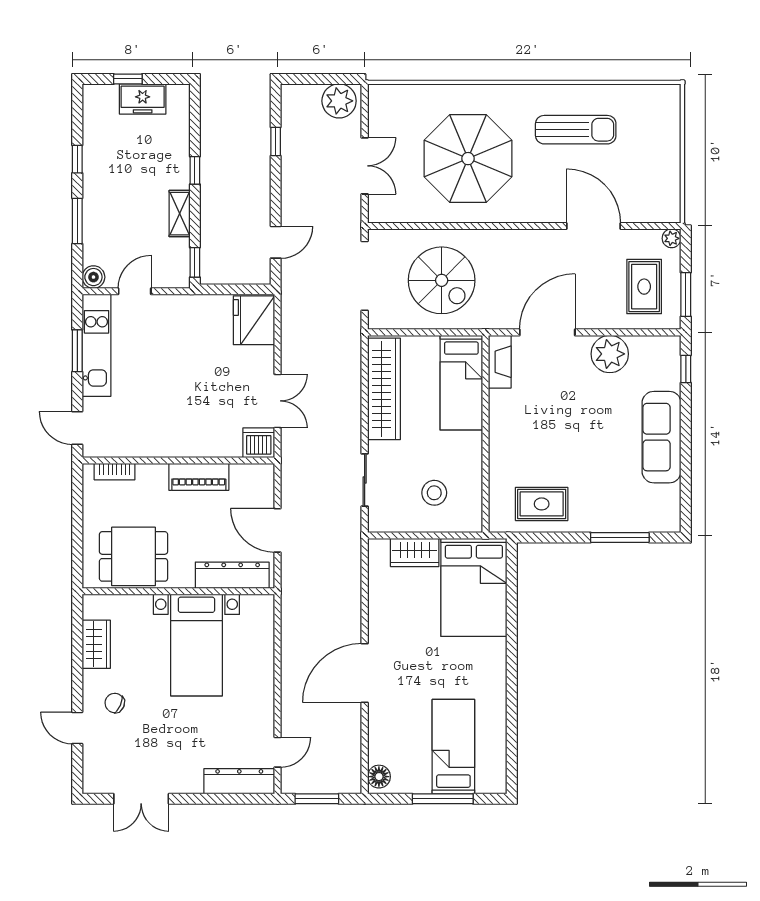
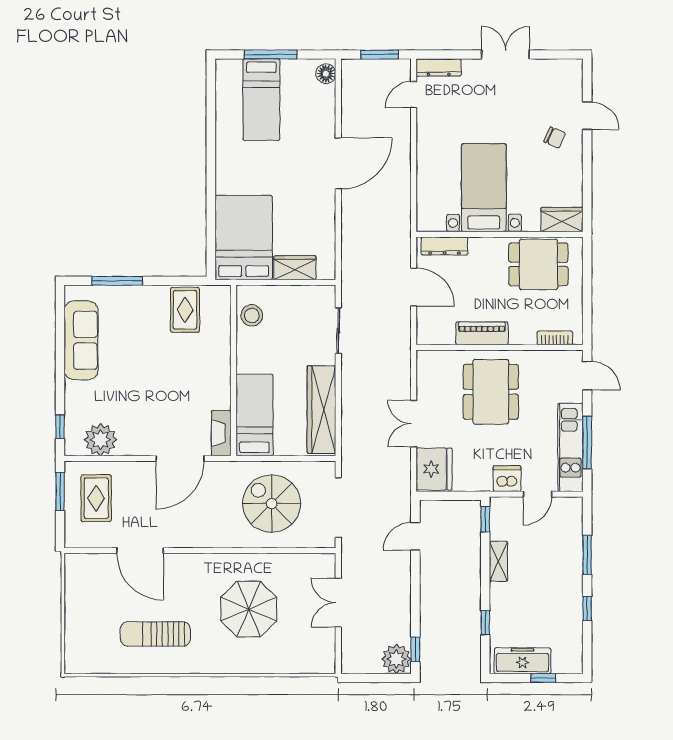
freezer: (143, 99) -> (523, 661), width x1.40
plant: (339, 101) -> (396, 659), moved
window: (276, 141) -> (415, 650), moved
parasol: (468, 159) -> (249, 609), width x0.73, depth x0.73
window: (195, 170) -> (485, 623), moved
plant: (672, 238) -> (72, 540), removed
boiler: (93, 277) -> (573, 506), removed
window: (77, 351) -> (587, 443), width x1.44
plant: (610, 354) -> (100, 440), moved
double door: (278, 401) -> (414, 424), moved
dining table: (189, 409) -> (491, 392), added
sofa: (662, 437) -> (81, 340), moved
dishwasher: (259, 443) -> (507, 479), moved, turned 180
stool: (434, 493) -> (252, 315), moved
rug: (542, 504) -> (185, 310), turned 90
dresser: (232, 575) -> (444, 246), width x0.73, depth x0.80
wardrobe: (96, 644) -> (562, 220), moved, turned 90
dresser: (239, 781) -> (439, 68), width x0.73, depth x0.80
double door: (141, 799) -> (506, 55), moved

